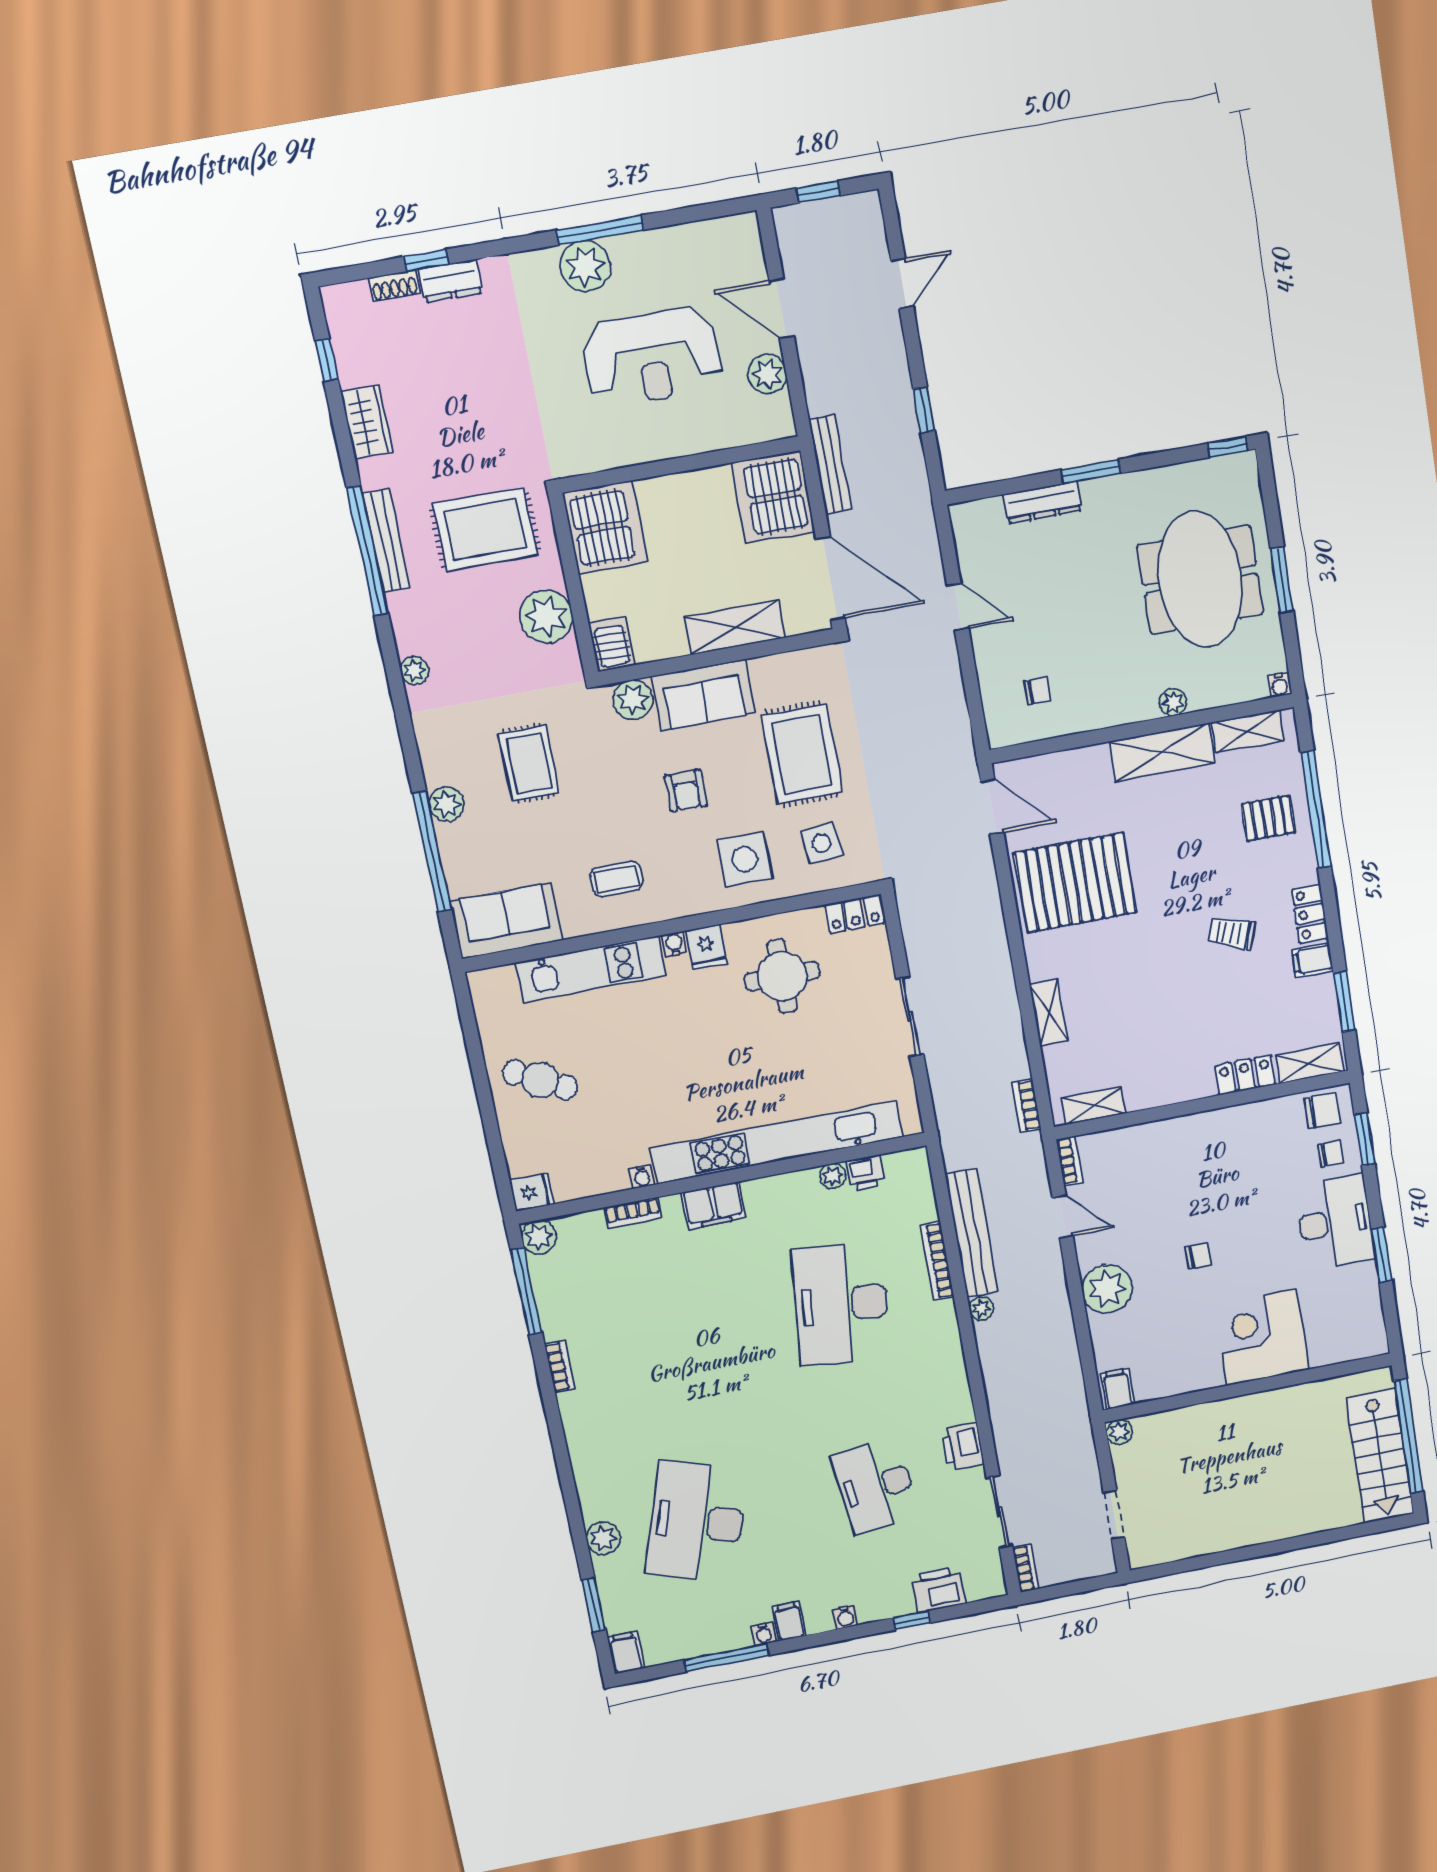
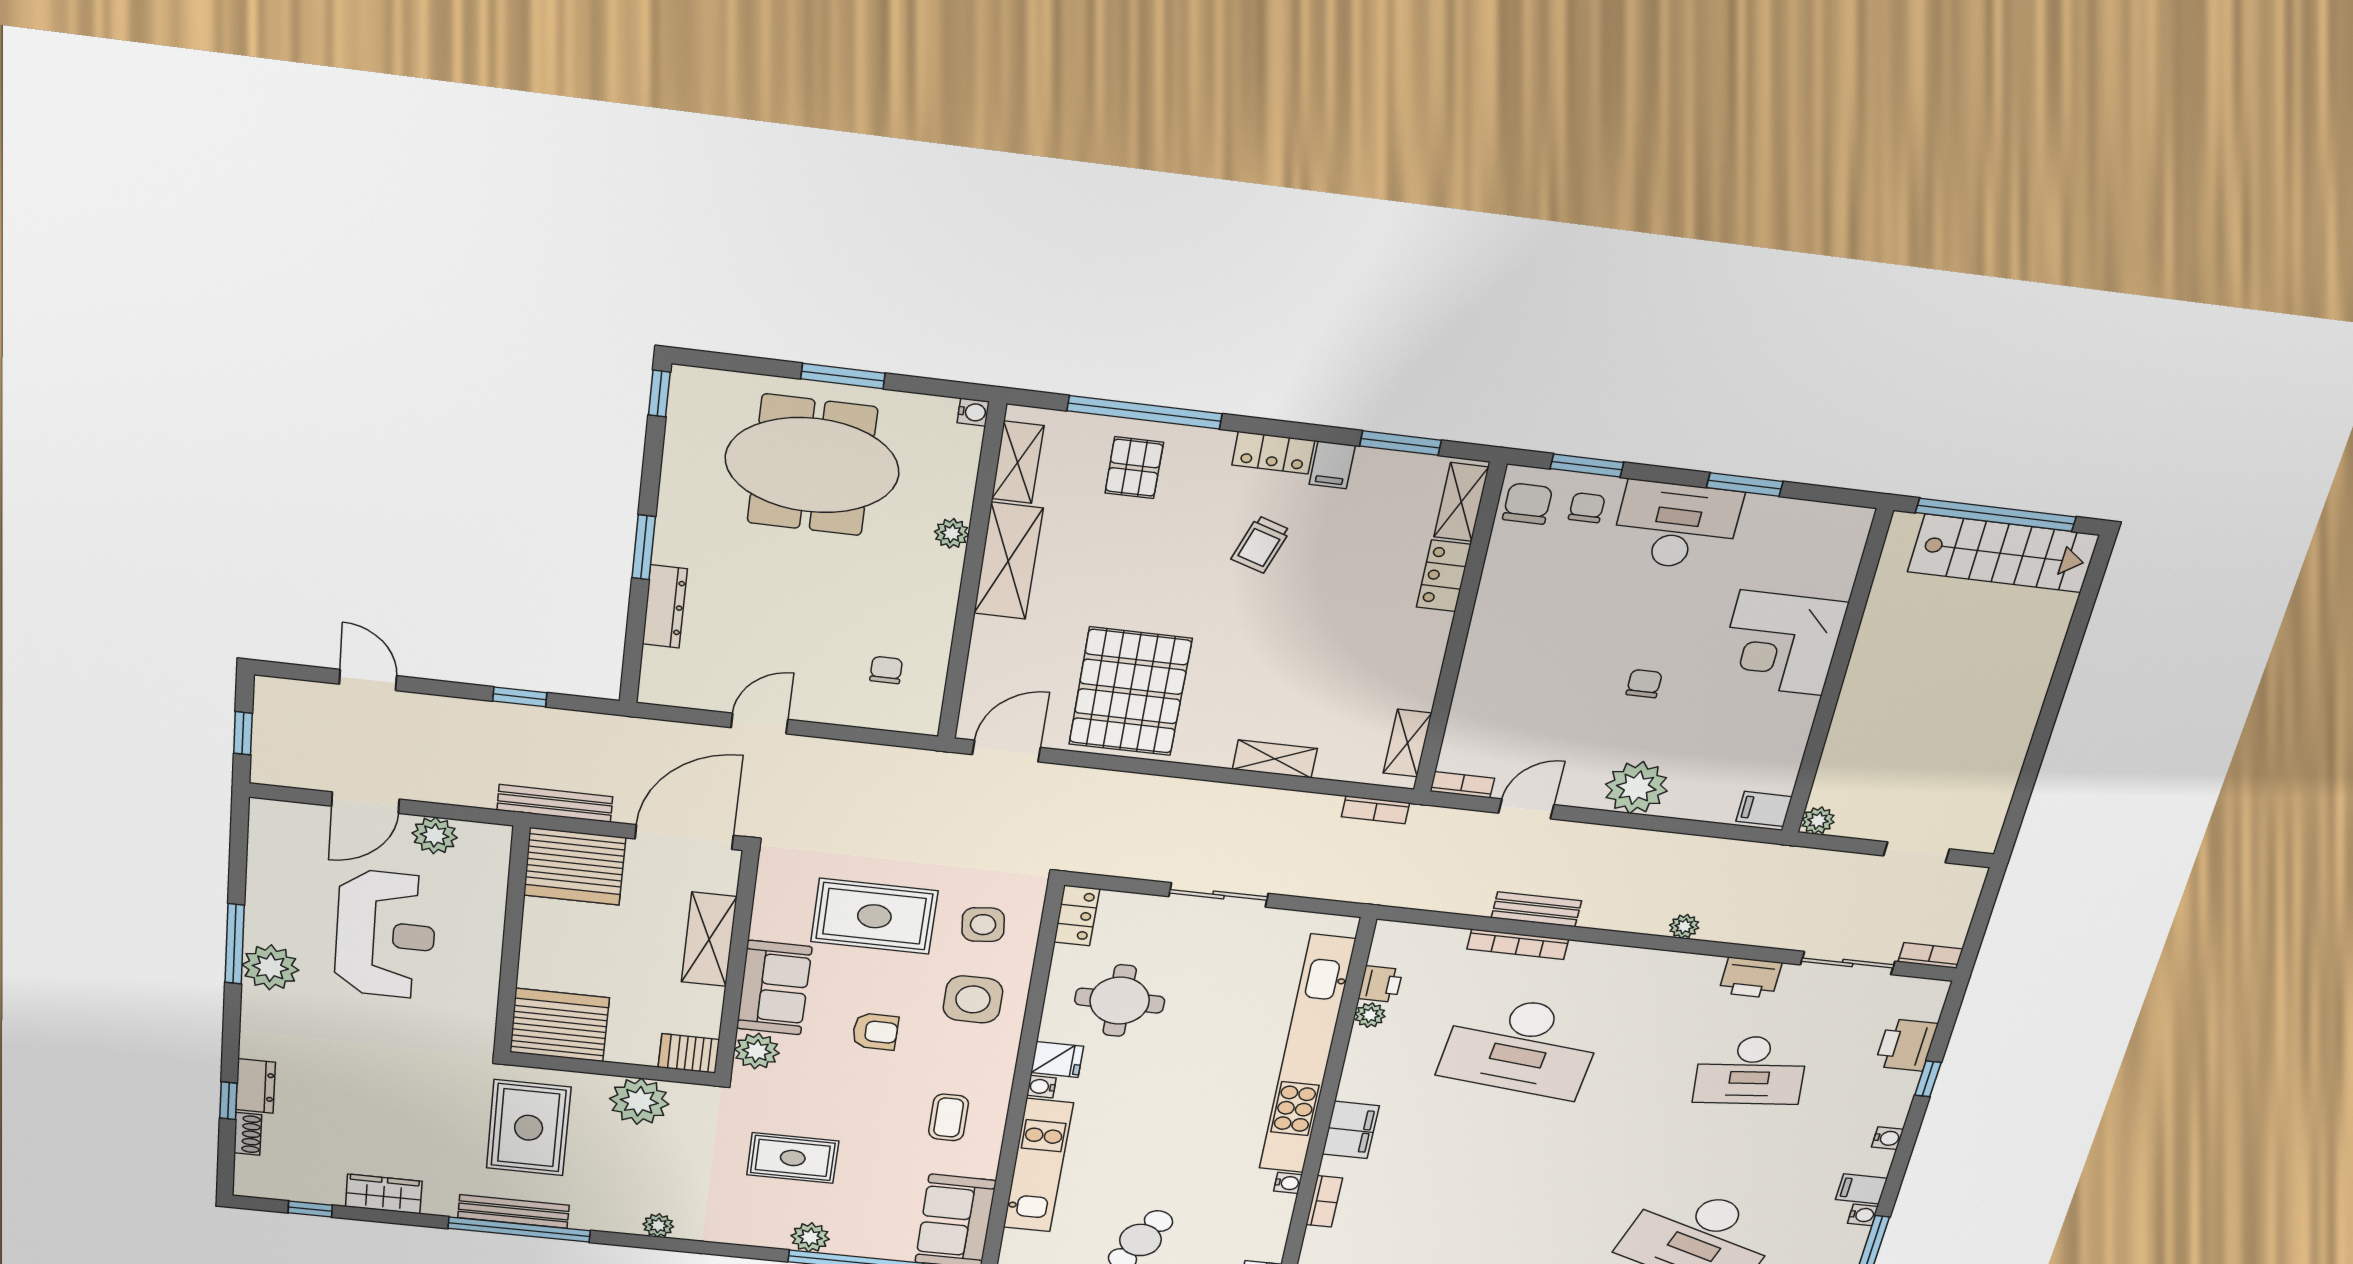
bench: (972, 1233) -> (1536, 909), width x0.54, depth x0.82
plant: (981, 1309) -> (1684, 926), moved

